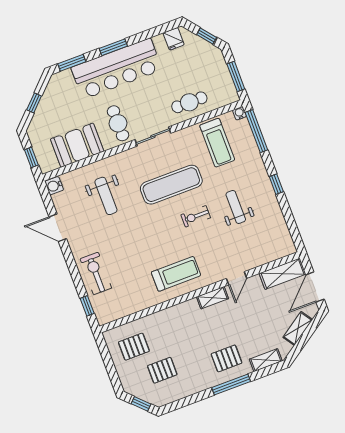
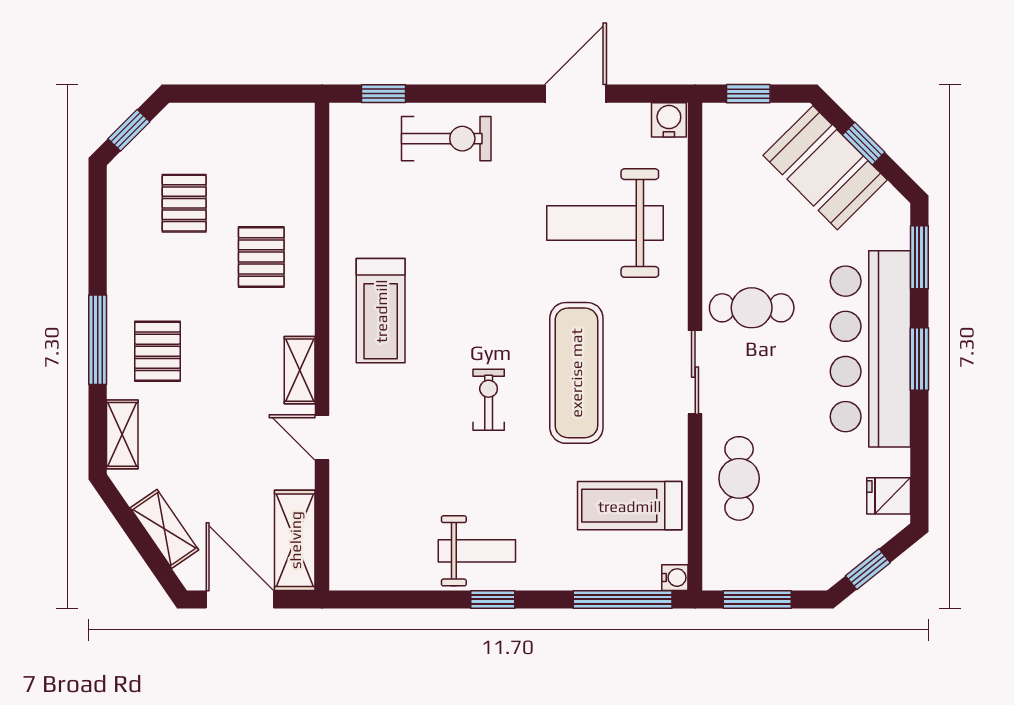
booth: (77, 145) -> (825, 168), moved, turned -45
weight bench: (106, 196) -> (605, 223), width x1.36, depth x1.33
weight bench: (236, 207) -> (477, 551), moved
pallet: (134, 347) -> (261, 257), moved

